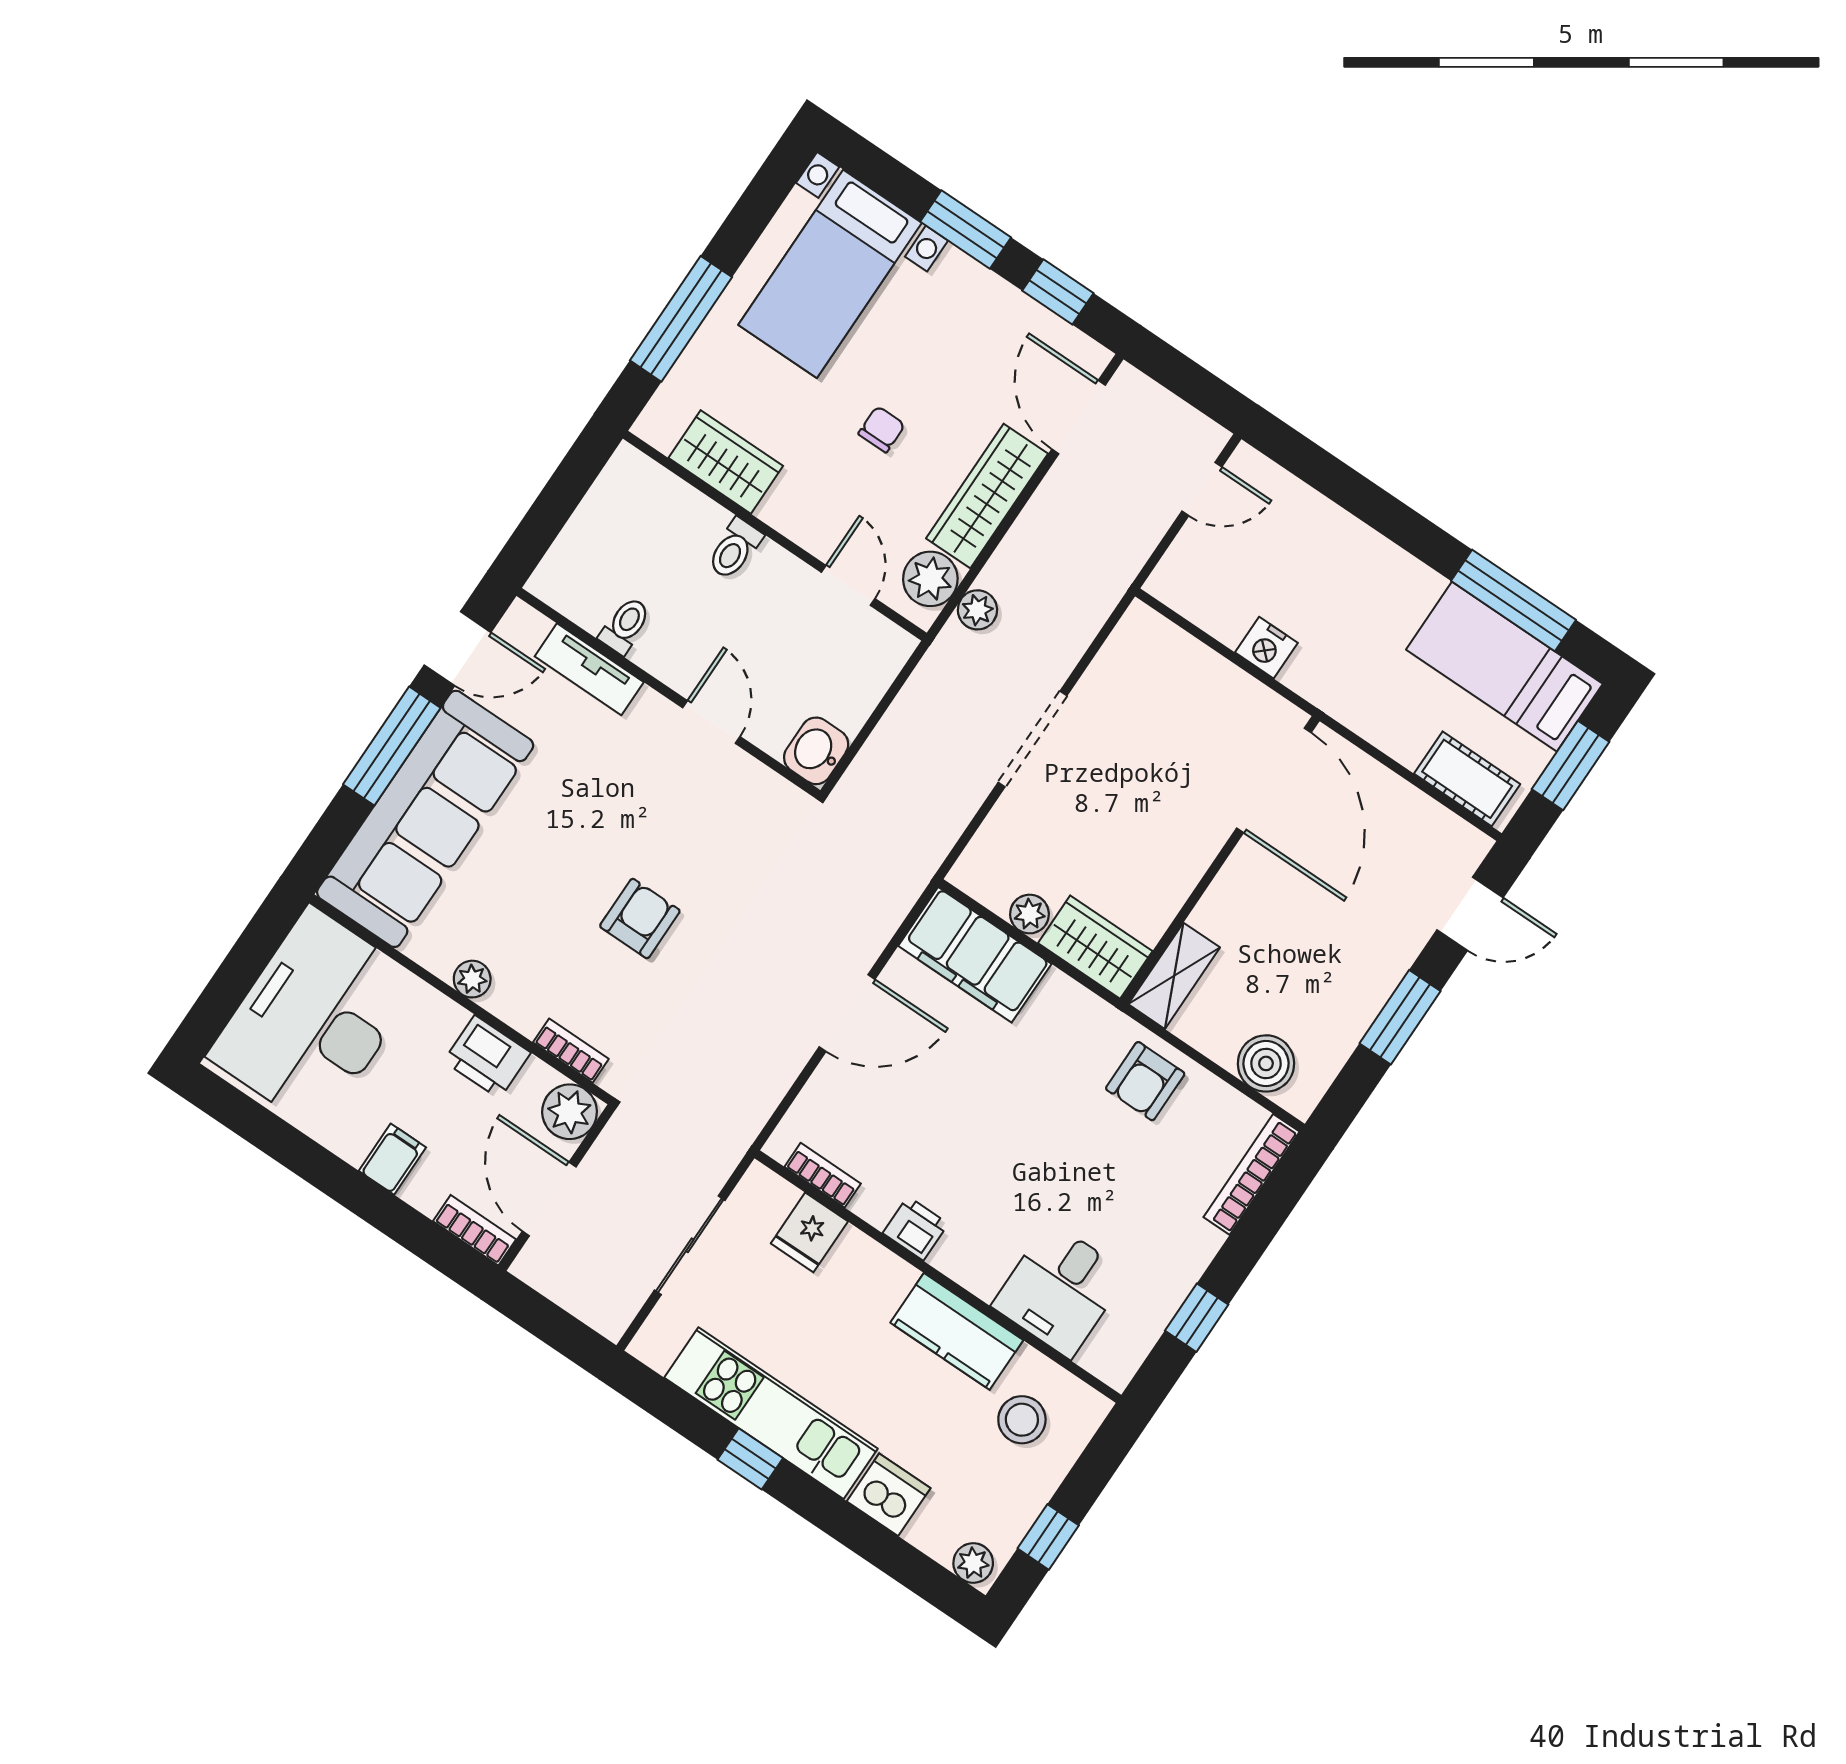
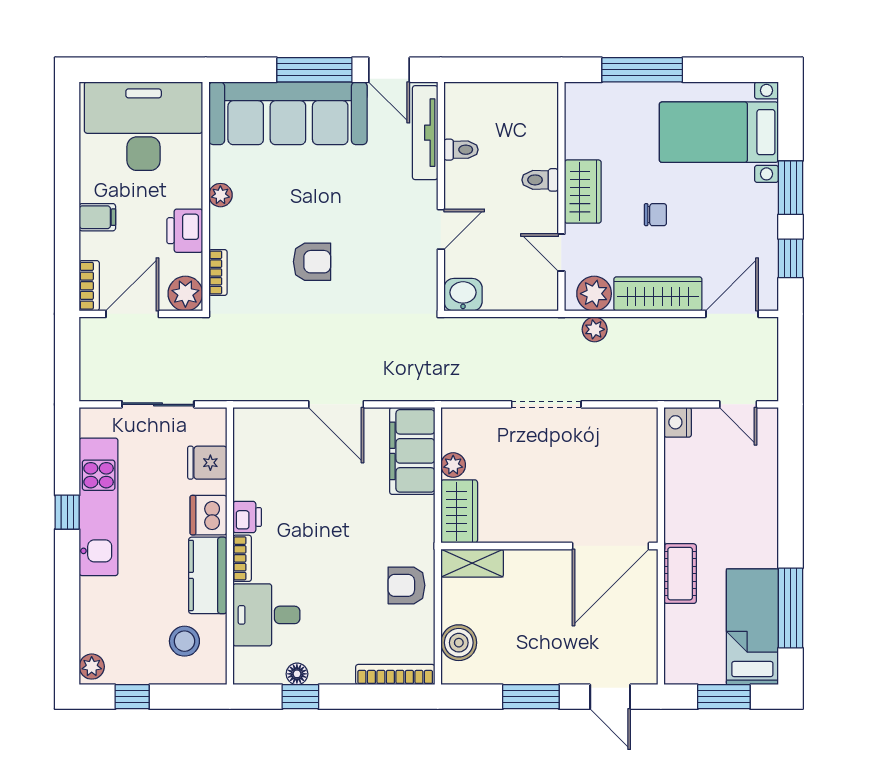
wardrobe: (726, 462) -> (583, 192), moved
door: (848, 585) -> (561, 253), swing flipped
nightstand: (1266, 648) -> (678, 422), moved
tv unit: (589, 669) -> (425, 133), width x1.41
cot: (1467, 779) -> (680, 574), moved
bookcase: (823, 1175) -> (242, 558), moved
floor lamp: (1164, 1302) -> (297, 674), added
dishwasher: (889, 1495) -> (208, 515), moved, turned 180

